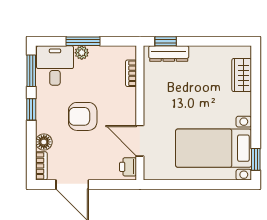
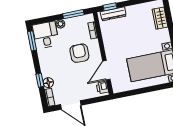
window: (83, 41) -> (73, 14), moved
window: (31, 109) -> (40, 80), moved
armchair: (83, 116) -> (79, 53), moved, turned 90
door: (140, 141) -> (106, 70), hinge flipped

